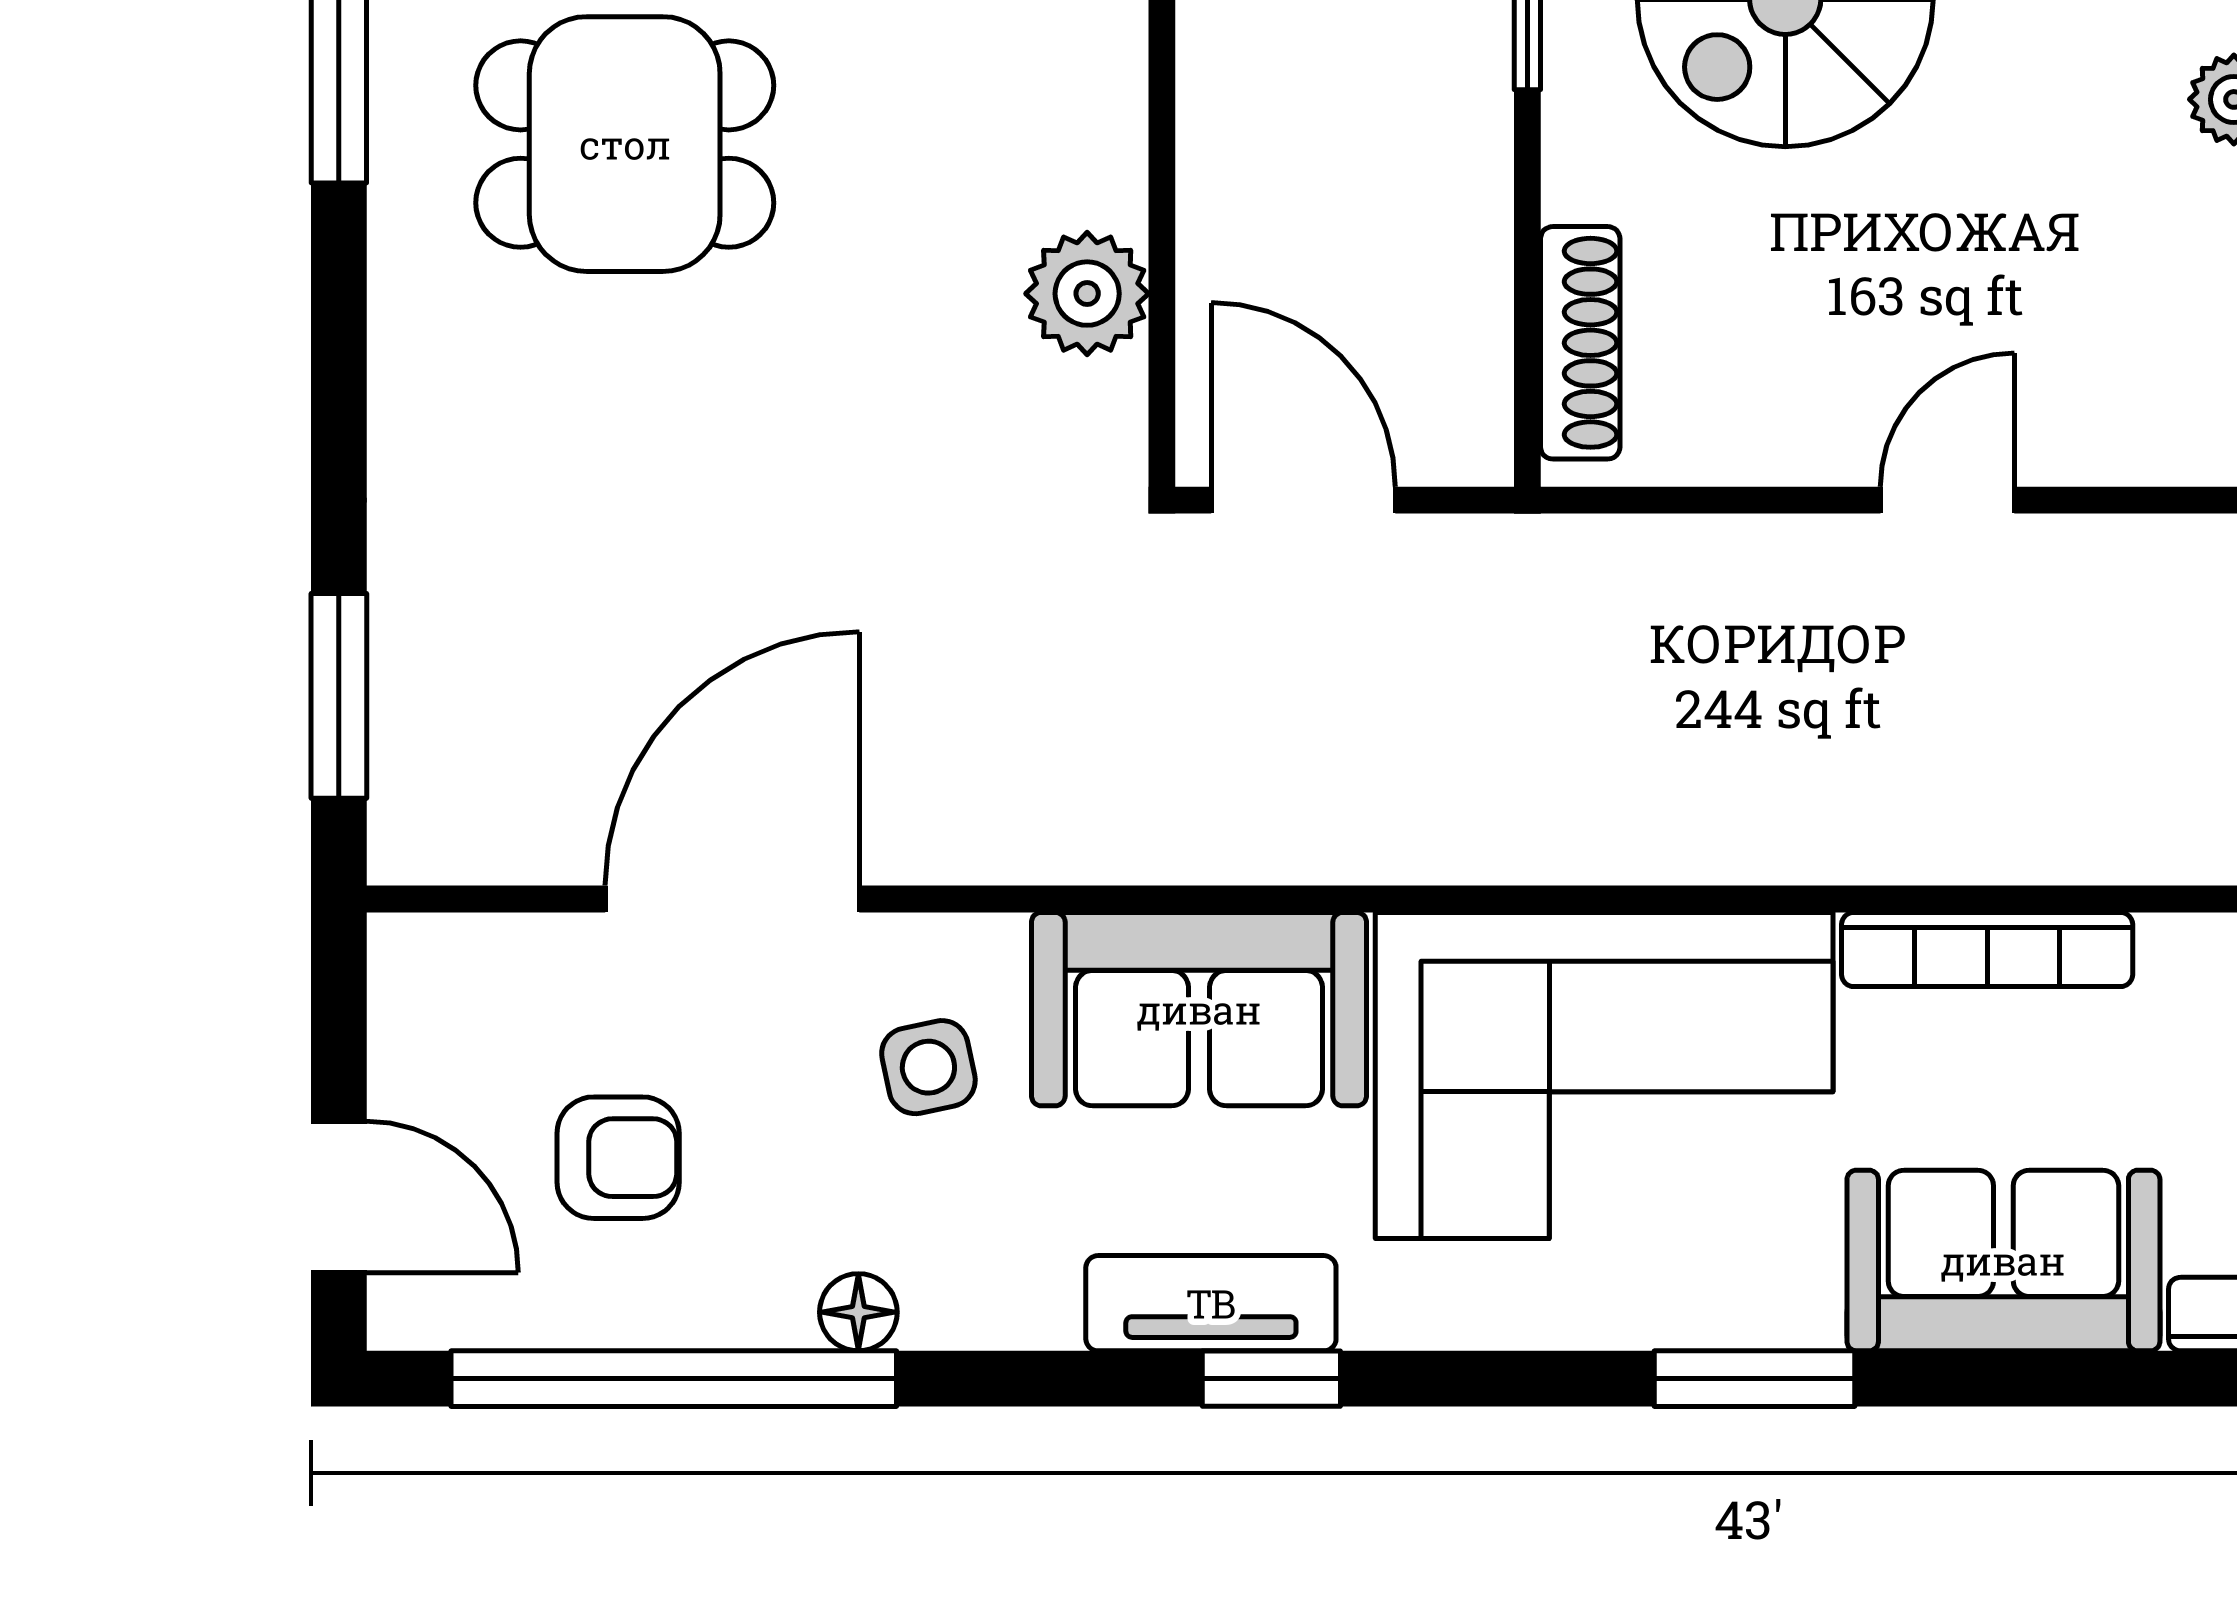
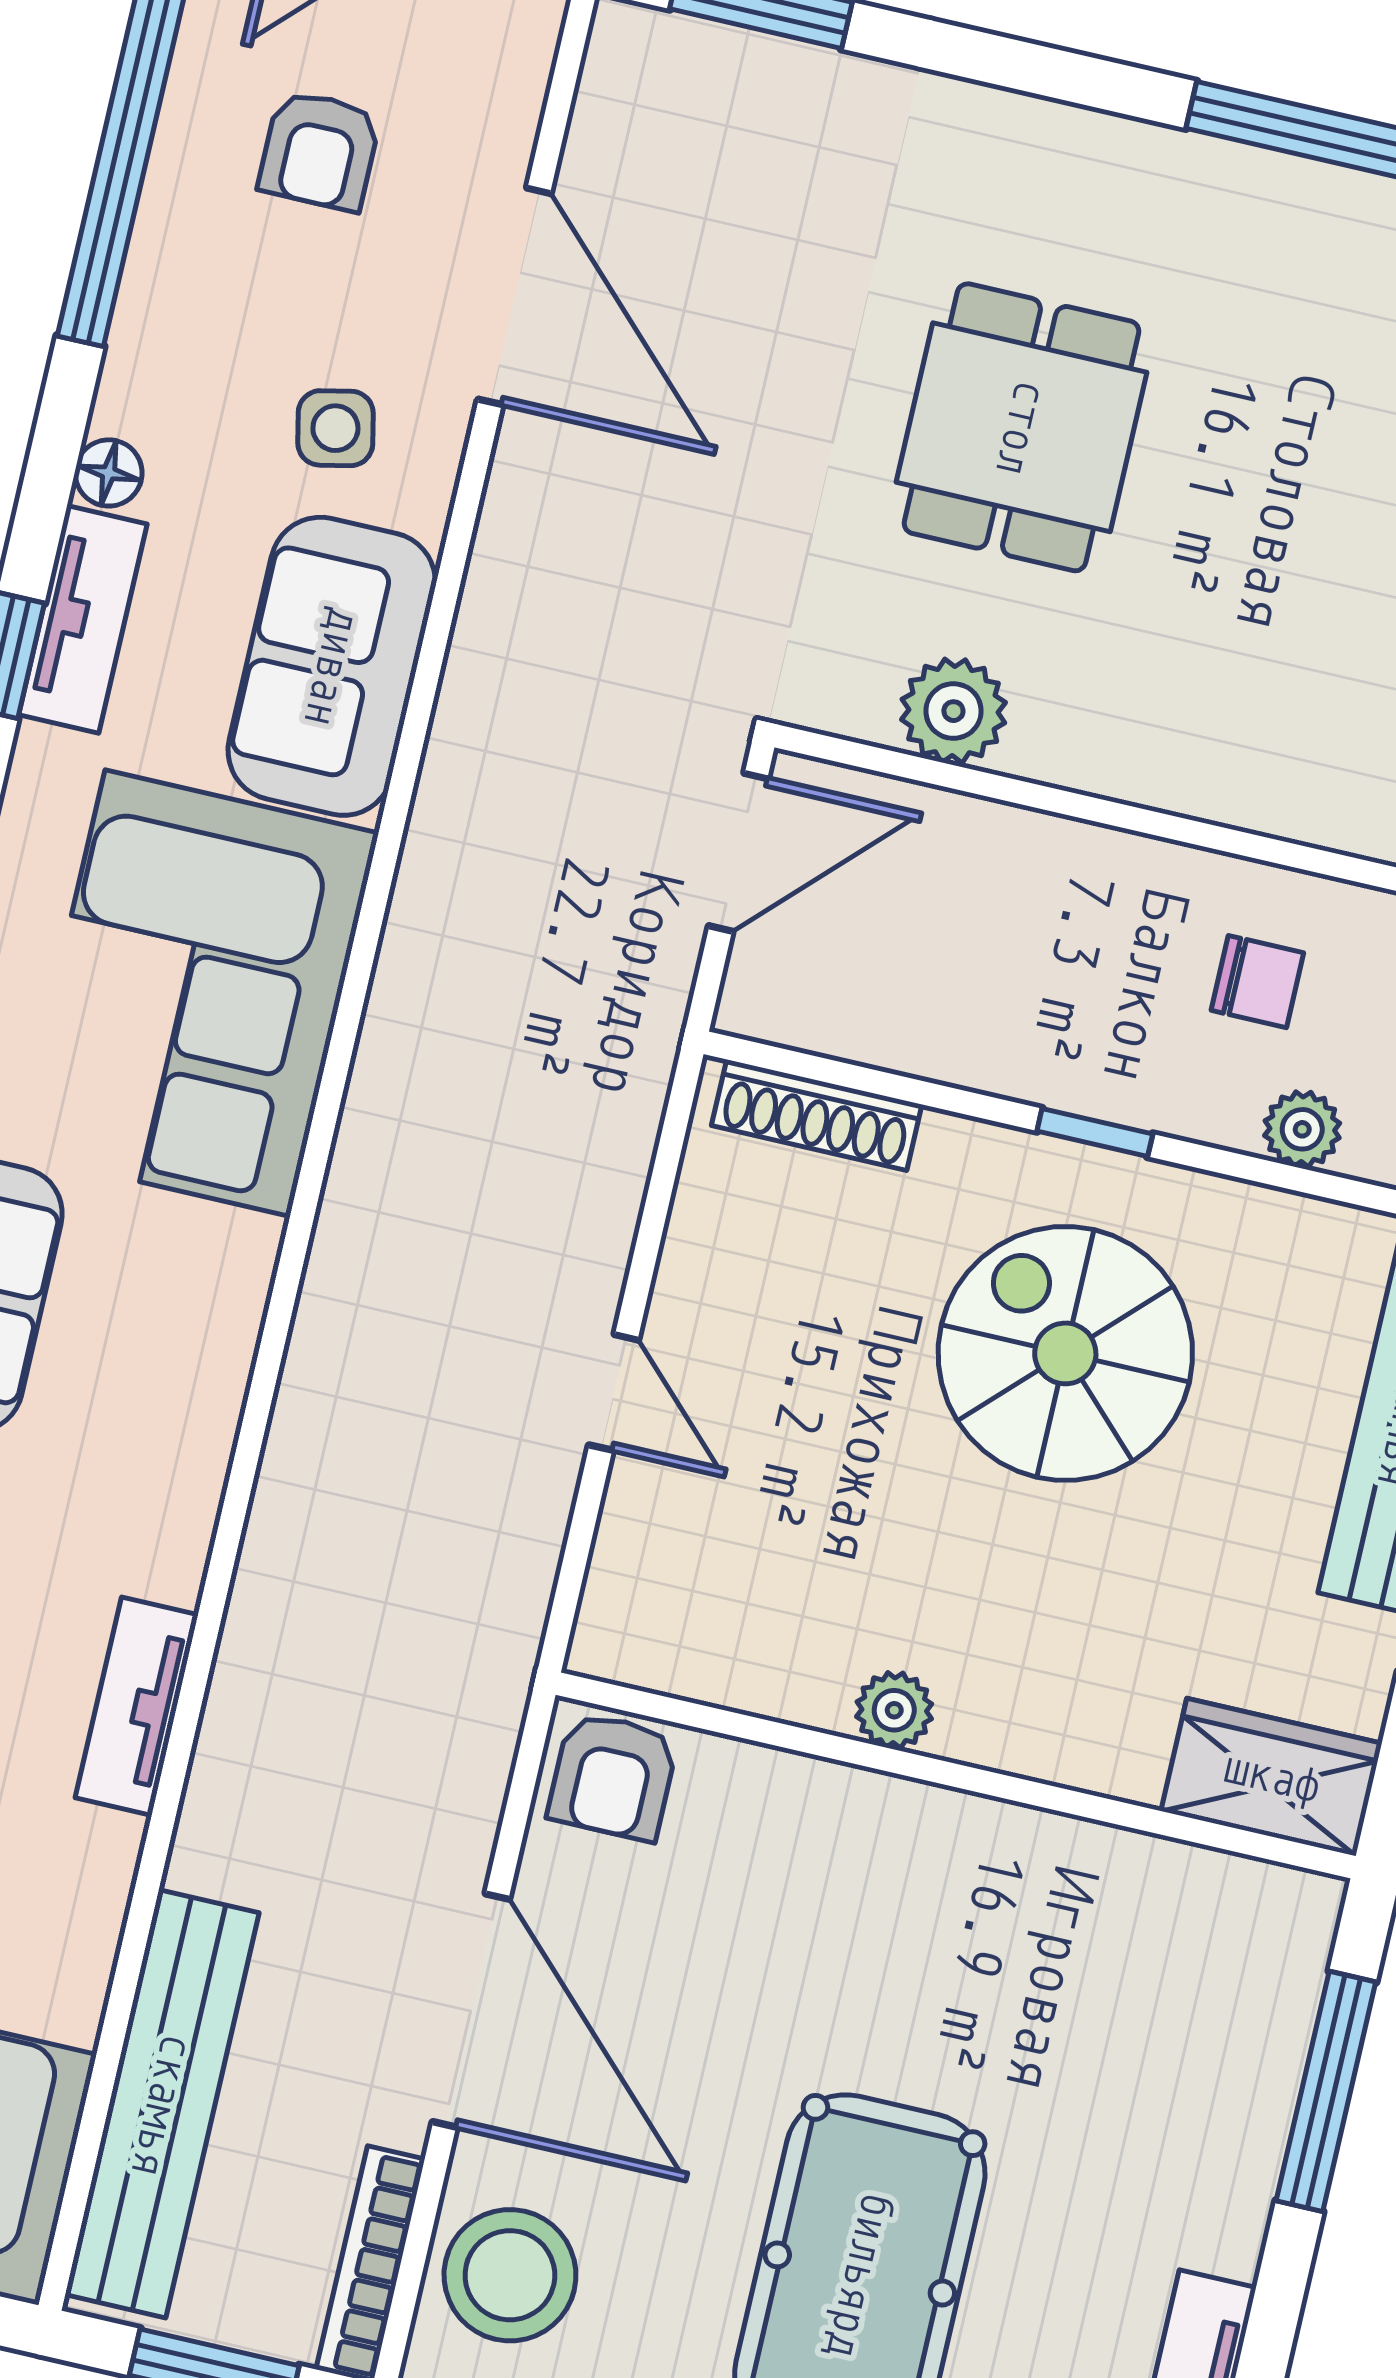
dining table: (625, 144) -> (1021, 427), moved
bookcase: (1987, 949) -> (229, 1339), removed
floor lamp: (858, 1312) -> (109, 473), moved

